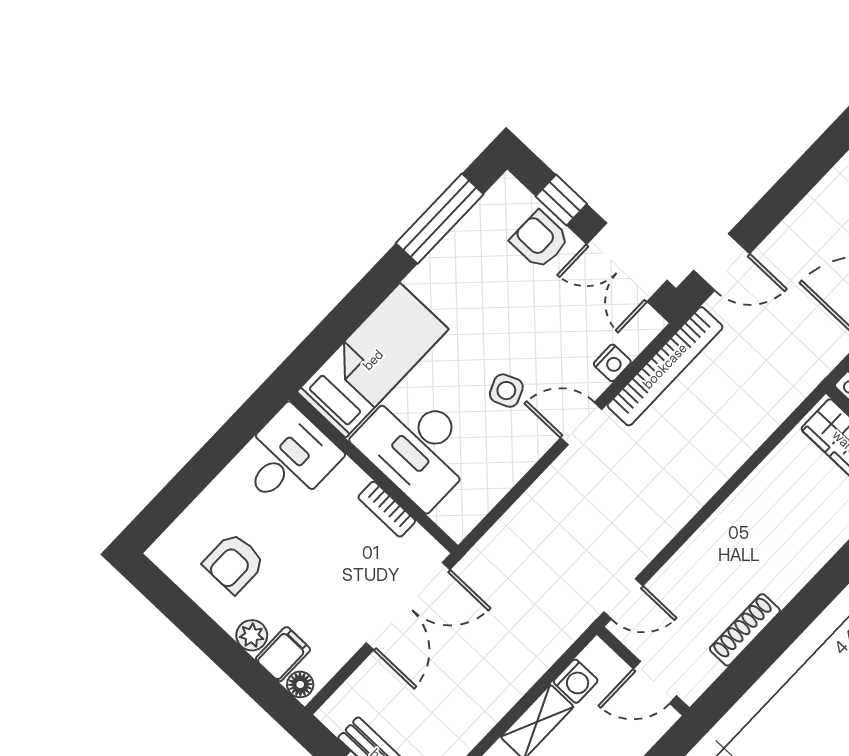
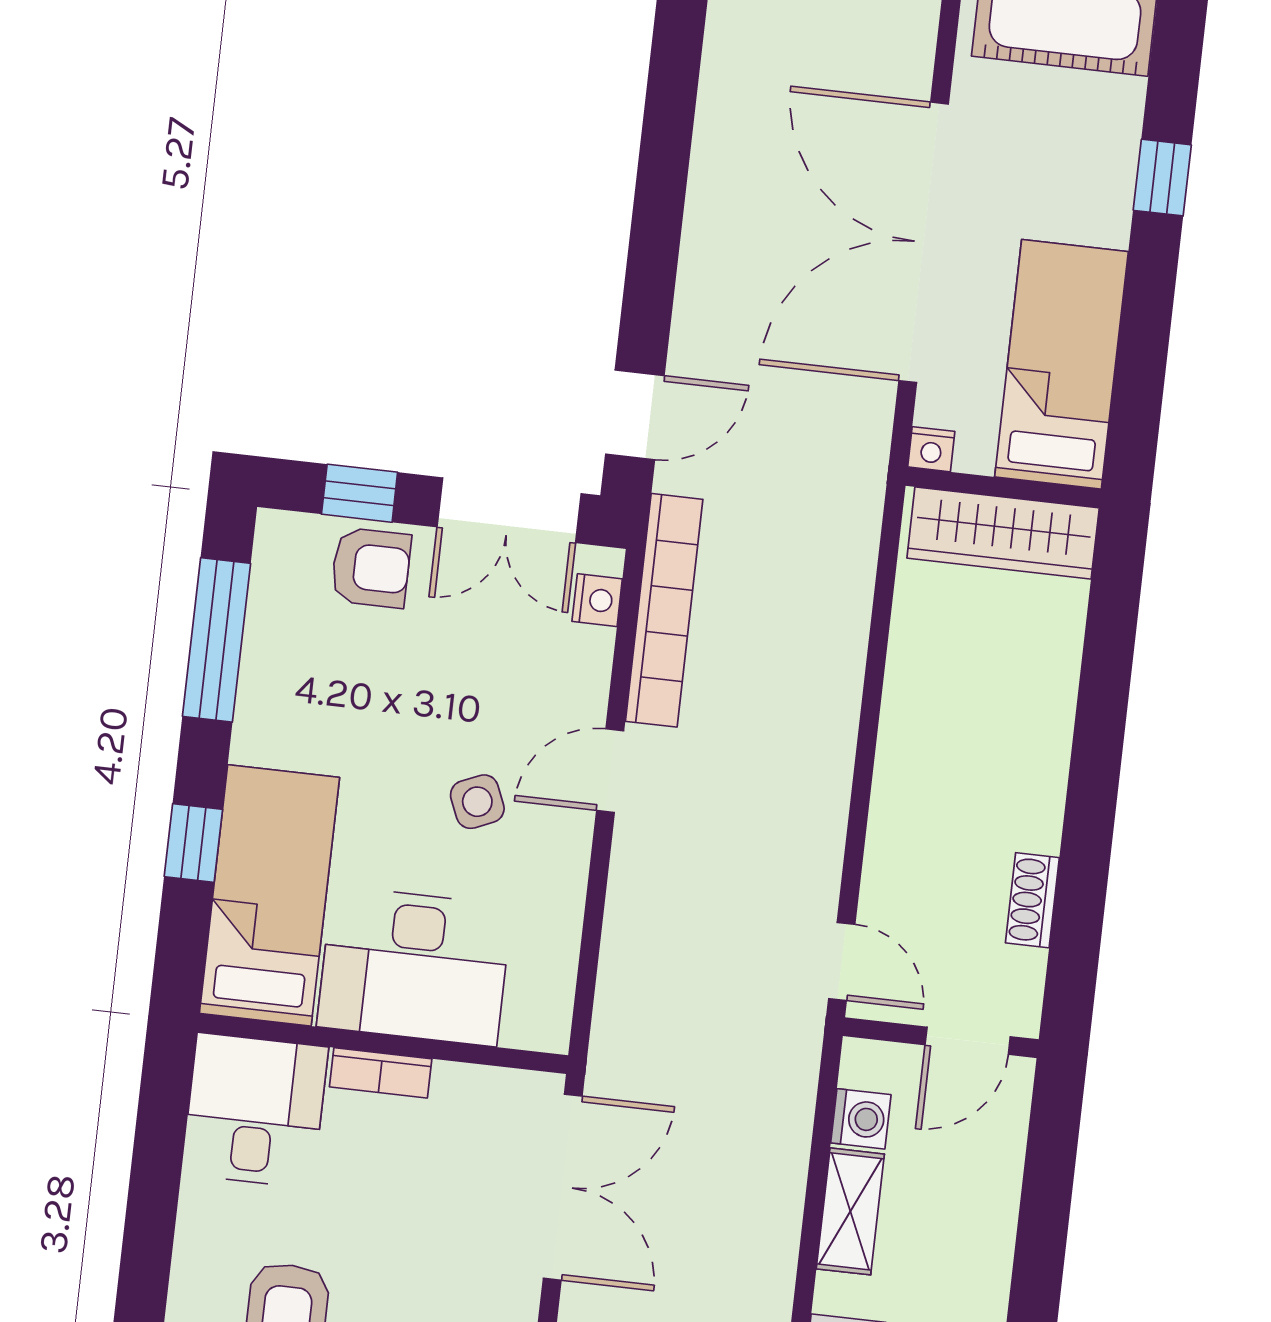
armchair: (540, 240) -> (371, 568), turned 180
window: (355, 308) -> (193, 843), added
nightstand: (612, 363) -> (597, 600), moved
bookcase: (387, 509) -> (381, 1073), moved
door: (623, 599) -> (842, 962), hinge flipped
shoe rack: (745, 630) -> (1032, 900), width x0.70

